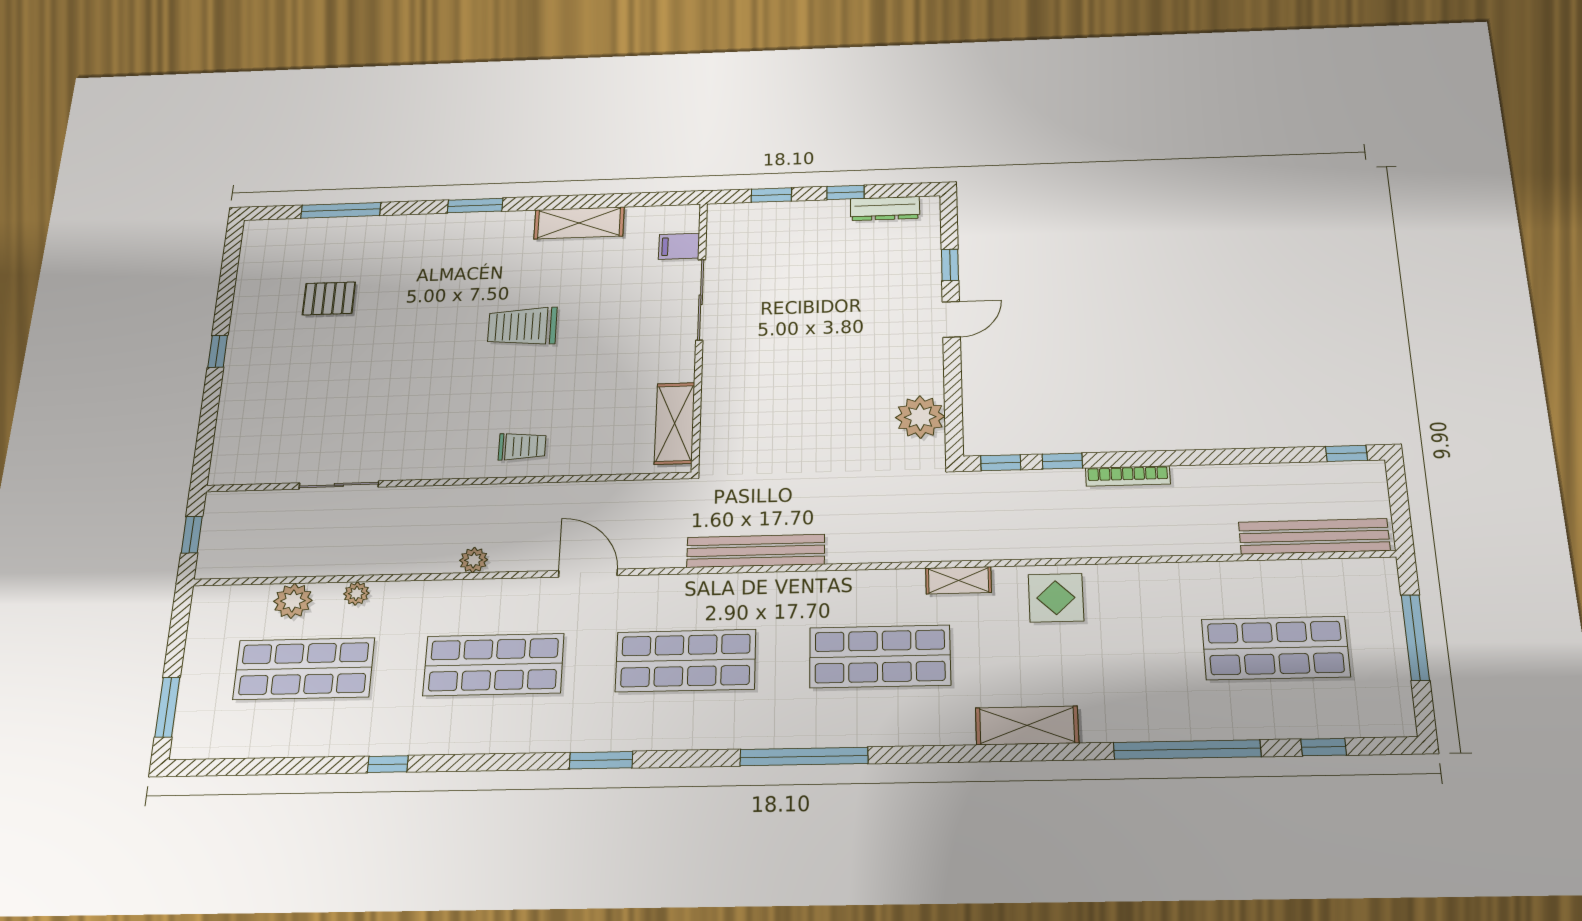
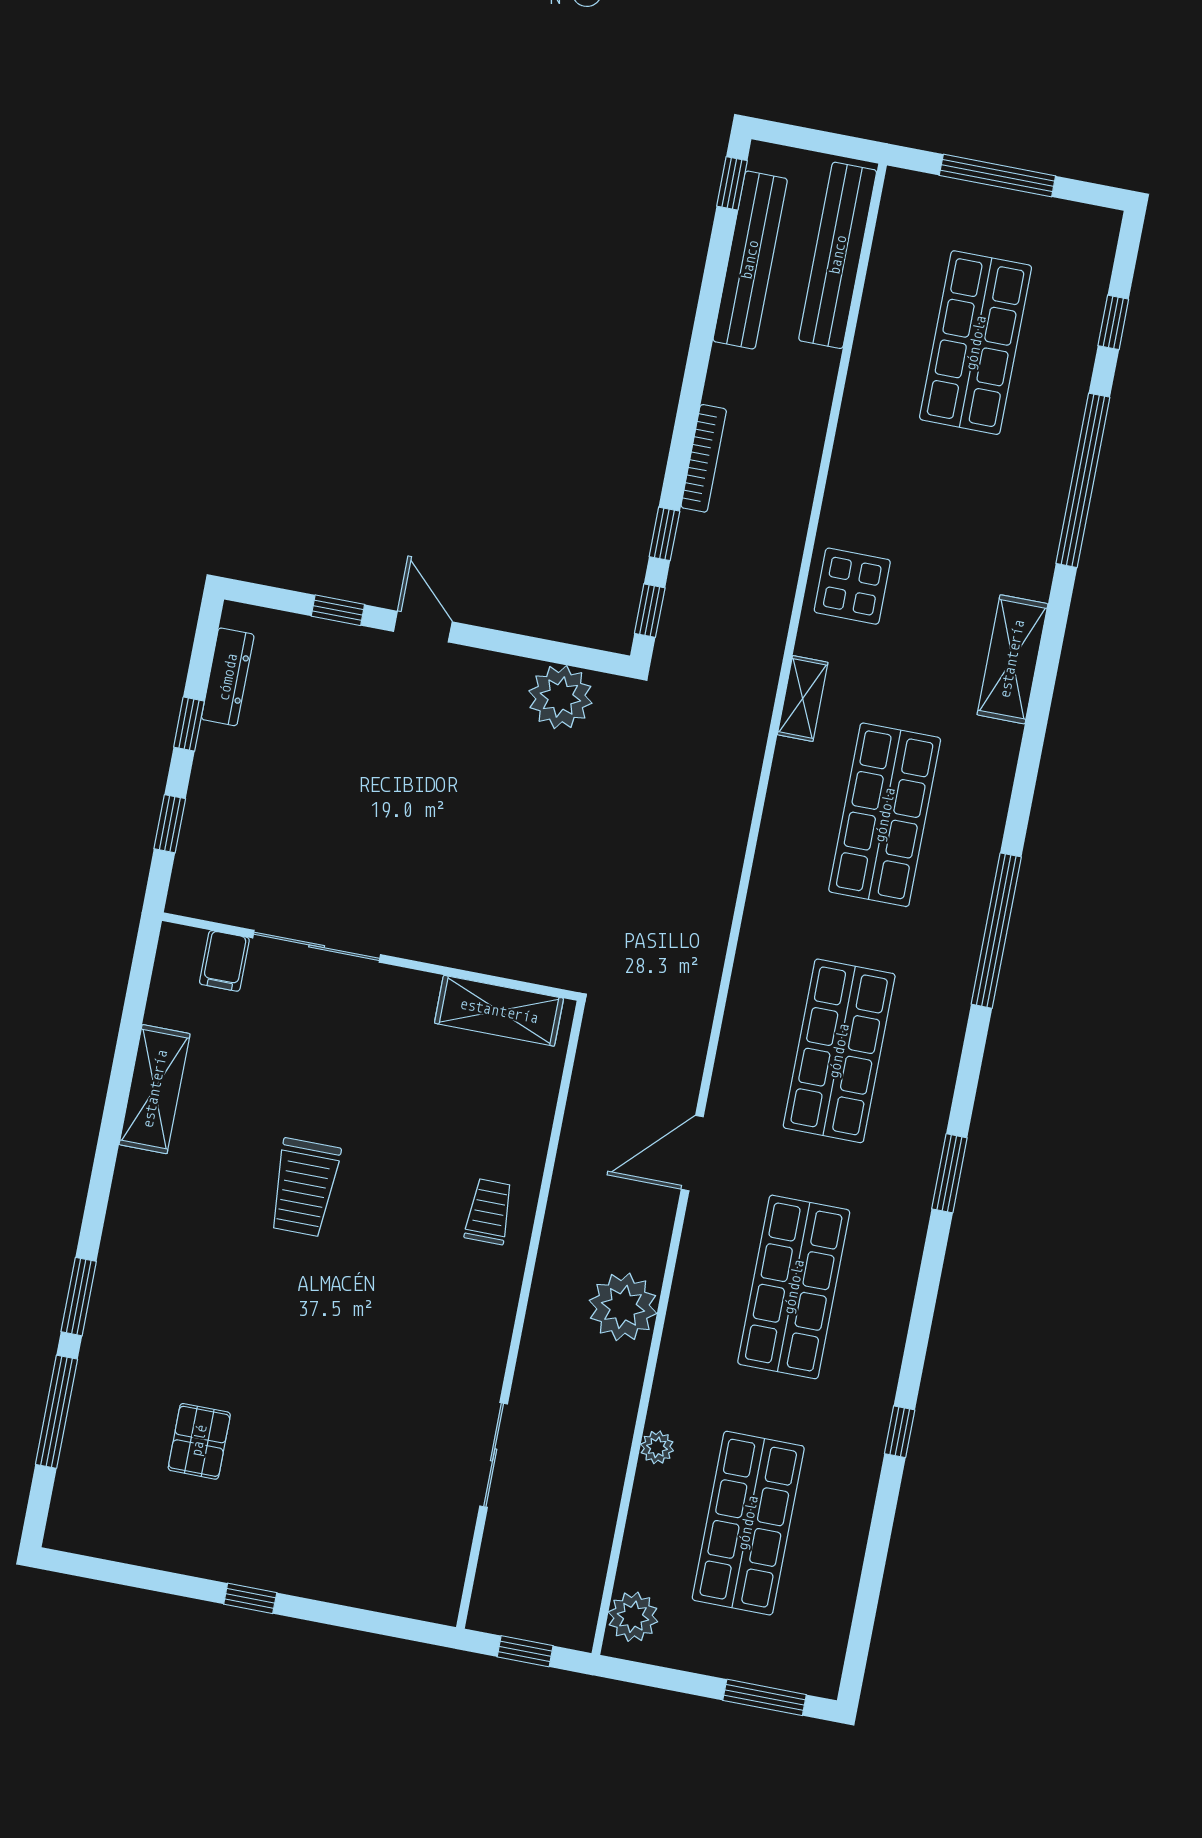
window: (475, 206) -> (79, 1297), moved
bench: (756, 551) -> (750, 260), moved
plant: (474, 560) -> (623, 1307), width x1.87, depth x1.87
plant: (293, 601) -> (633, 1617), moved

